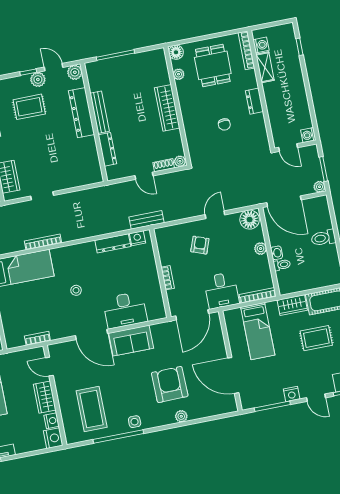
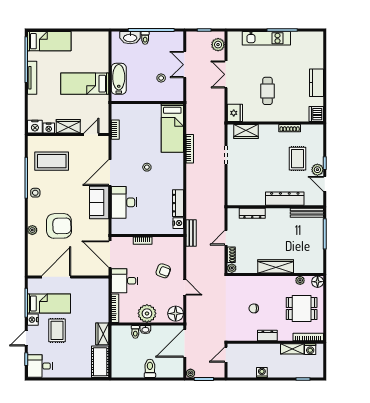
door: (54, 67) -> (325, 184), swing flipped
plant: (75, 72) -> (317, 200), removed
bench: (100, 112) -> (307, 213), moved
washing machine: (308, 135) -> (262, 373), moved
plant: (261, 249) -> (147, 313), width x1.88, depth x1.88
bed: (258, 331) -> (49, 303), moved, turned 180
rug: (316, 338) -> (57, 330), moved

